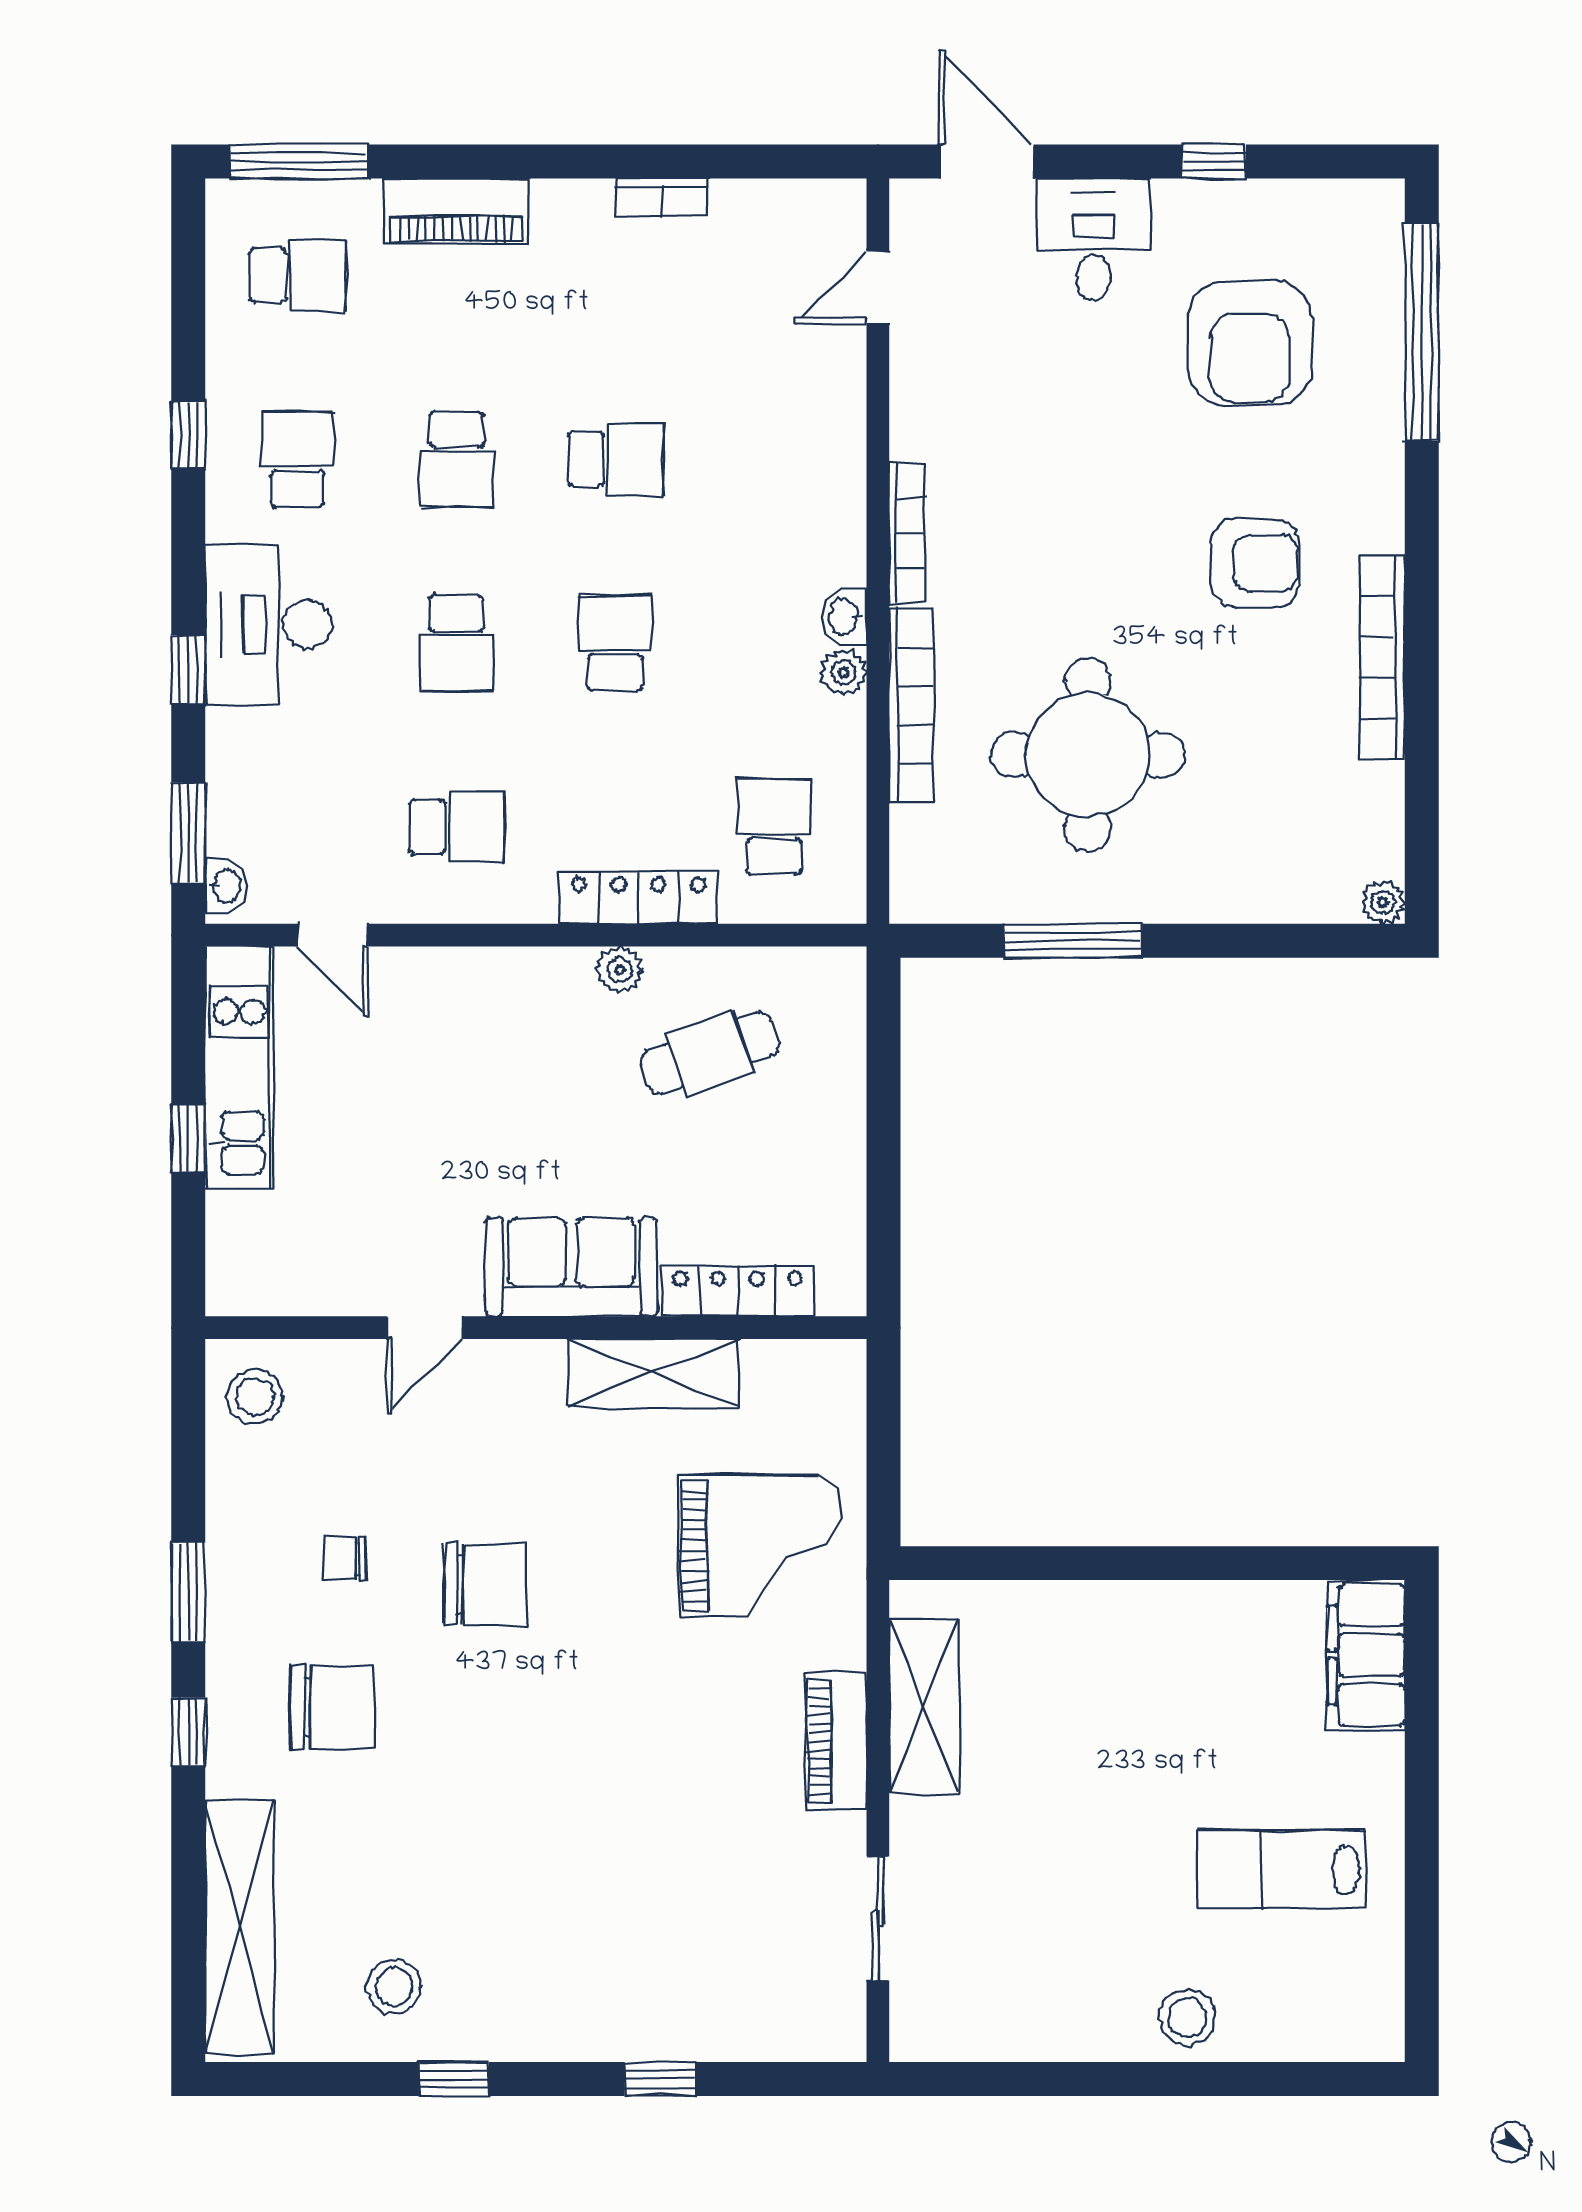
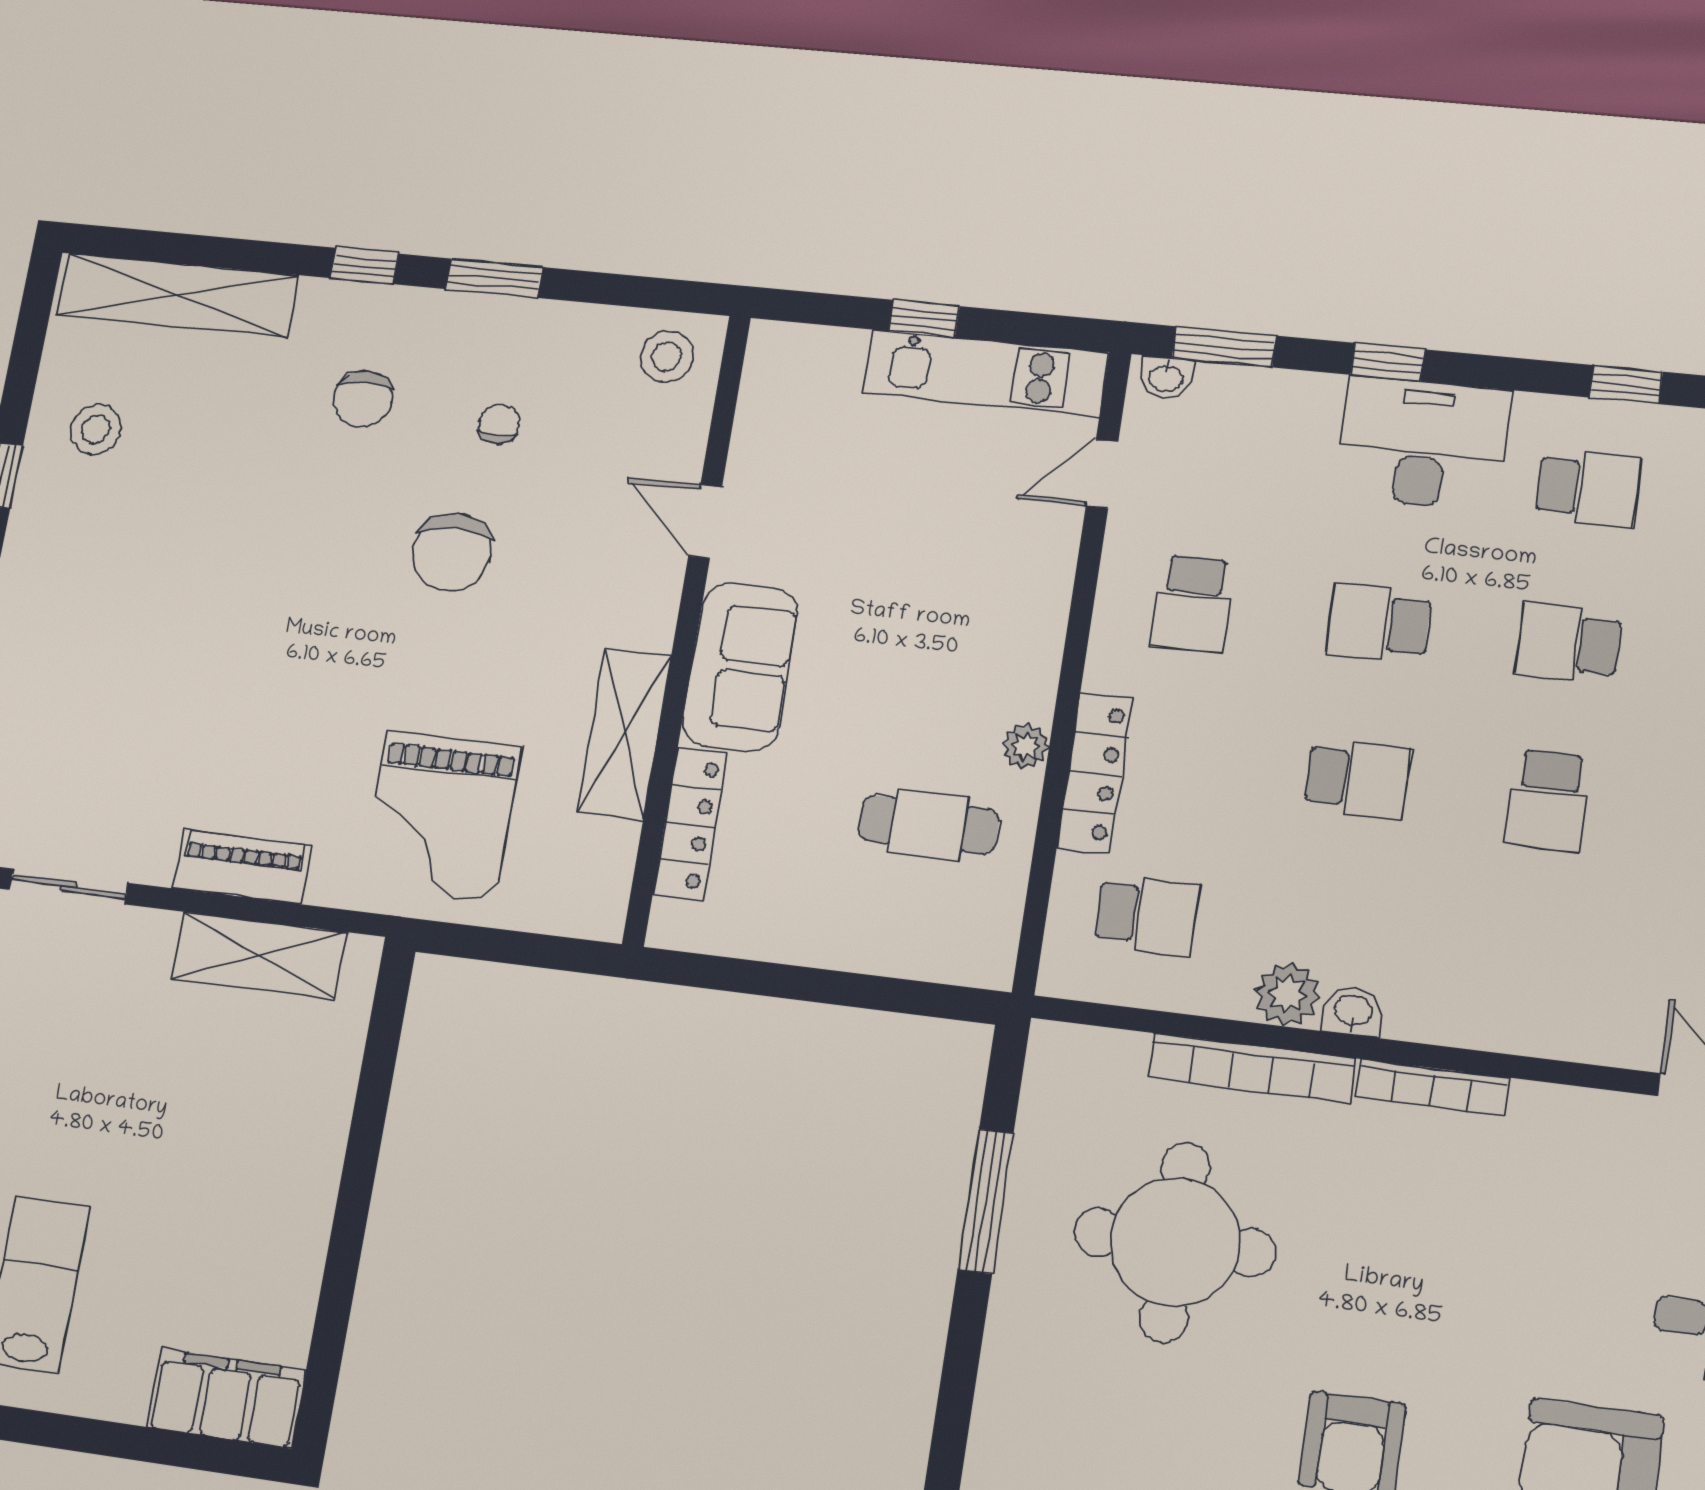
plant: (844, 672) -> (1288, 994), width x1.38, depth x1.38
cafe table: (710, 1053) -> (929, 825), turned -71
chair: (332, 1707) -> (363, 399), width x0.73, depth x0.73

